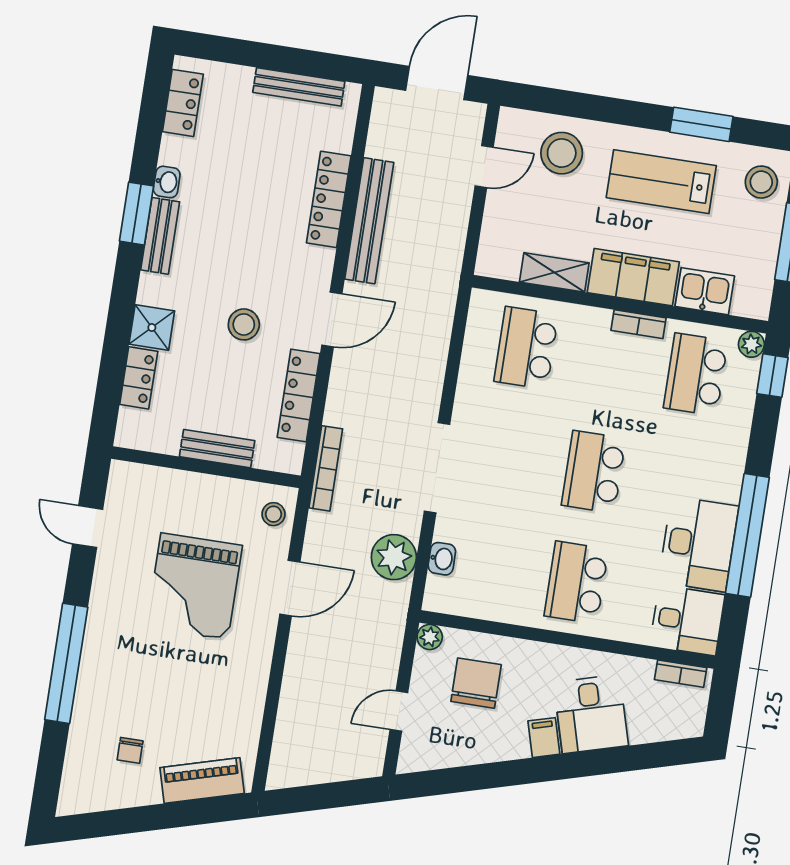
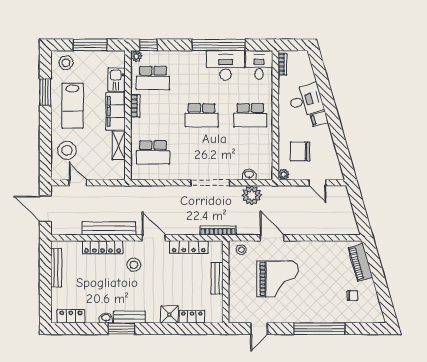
stool: (244, 324) -> (134, 265), moved

